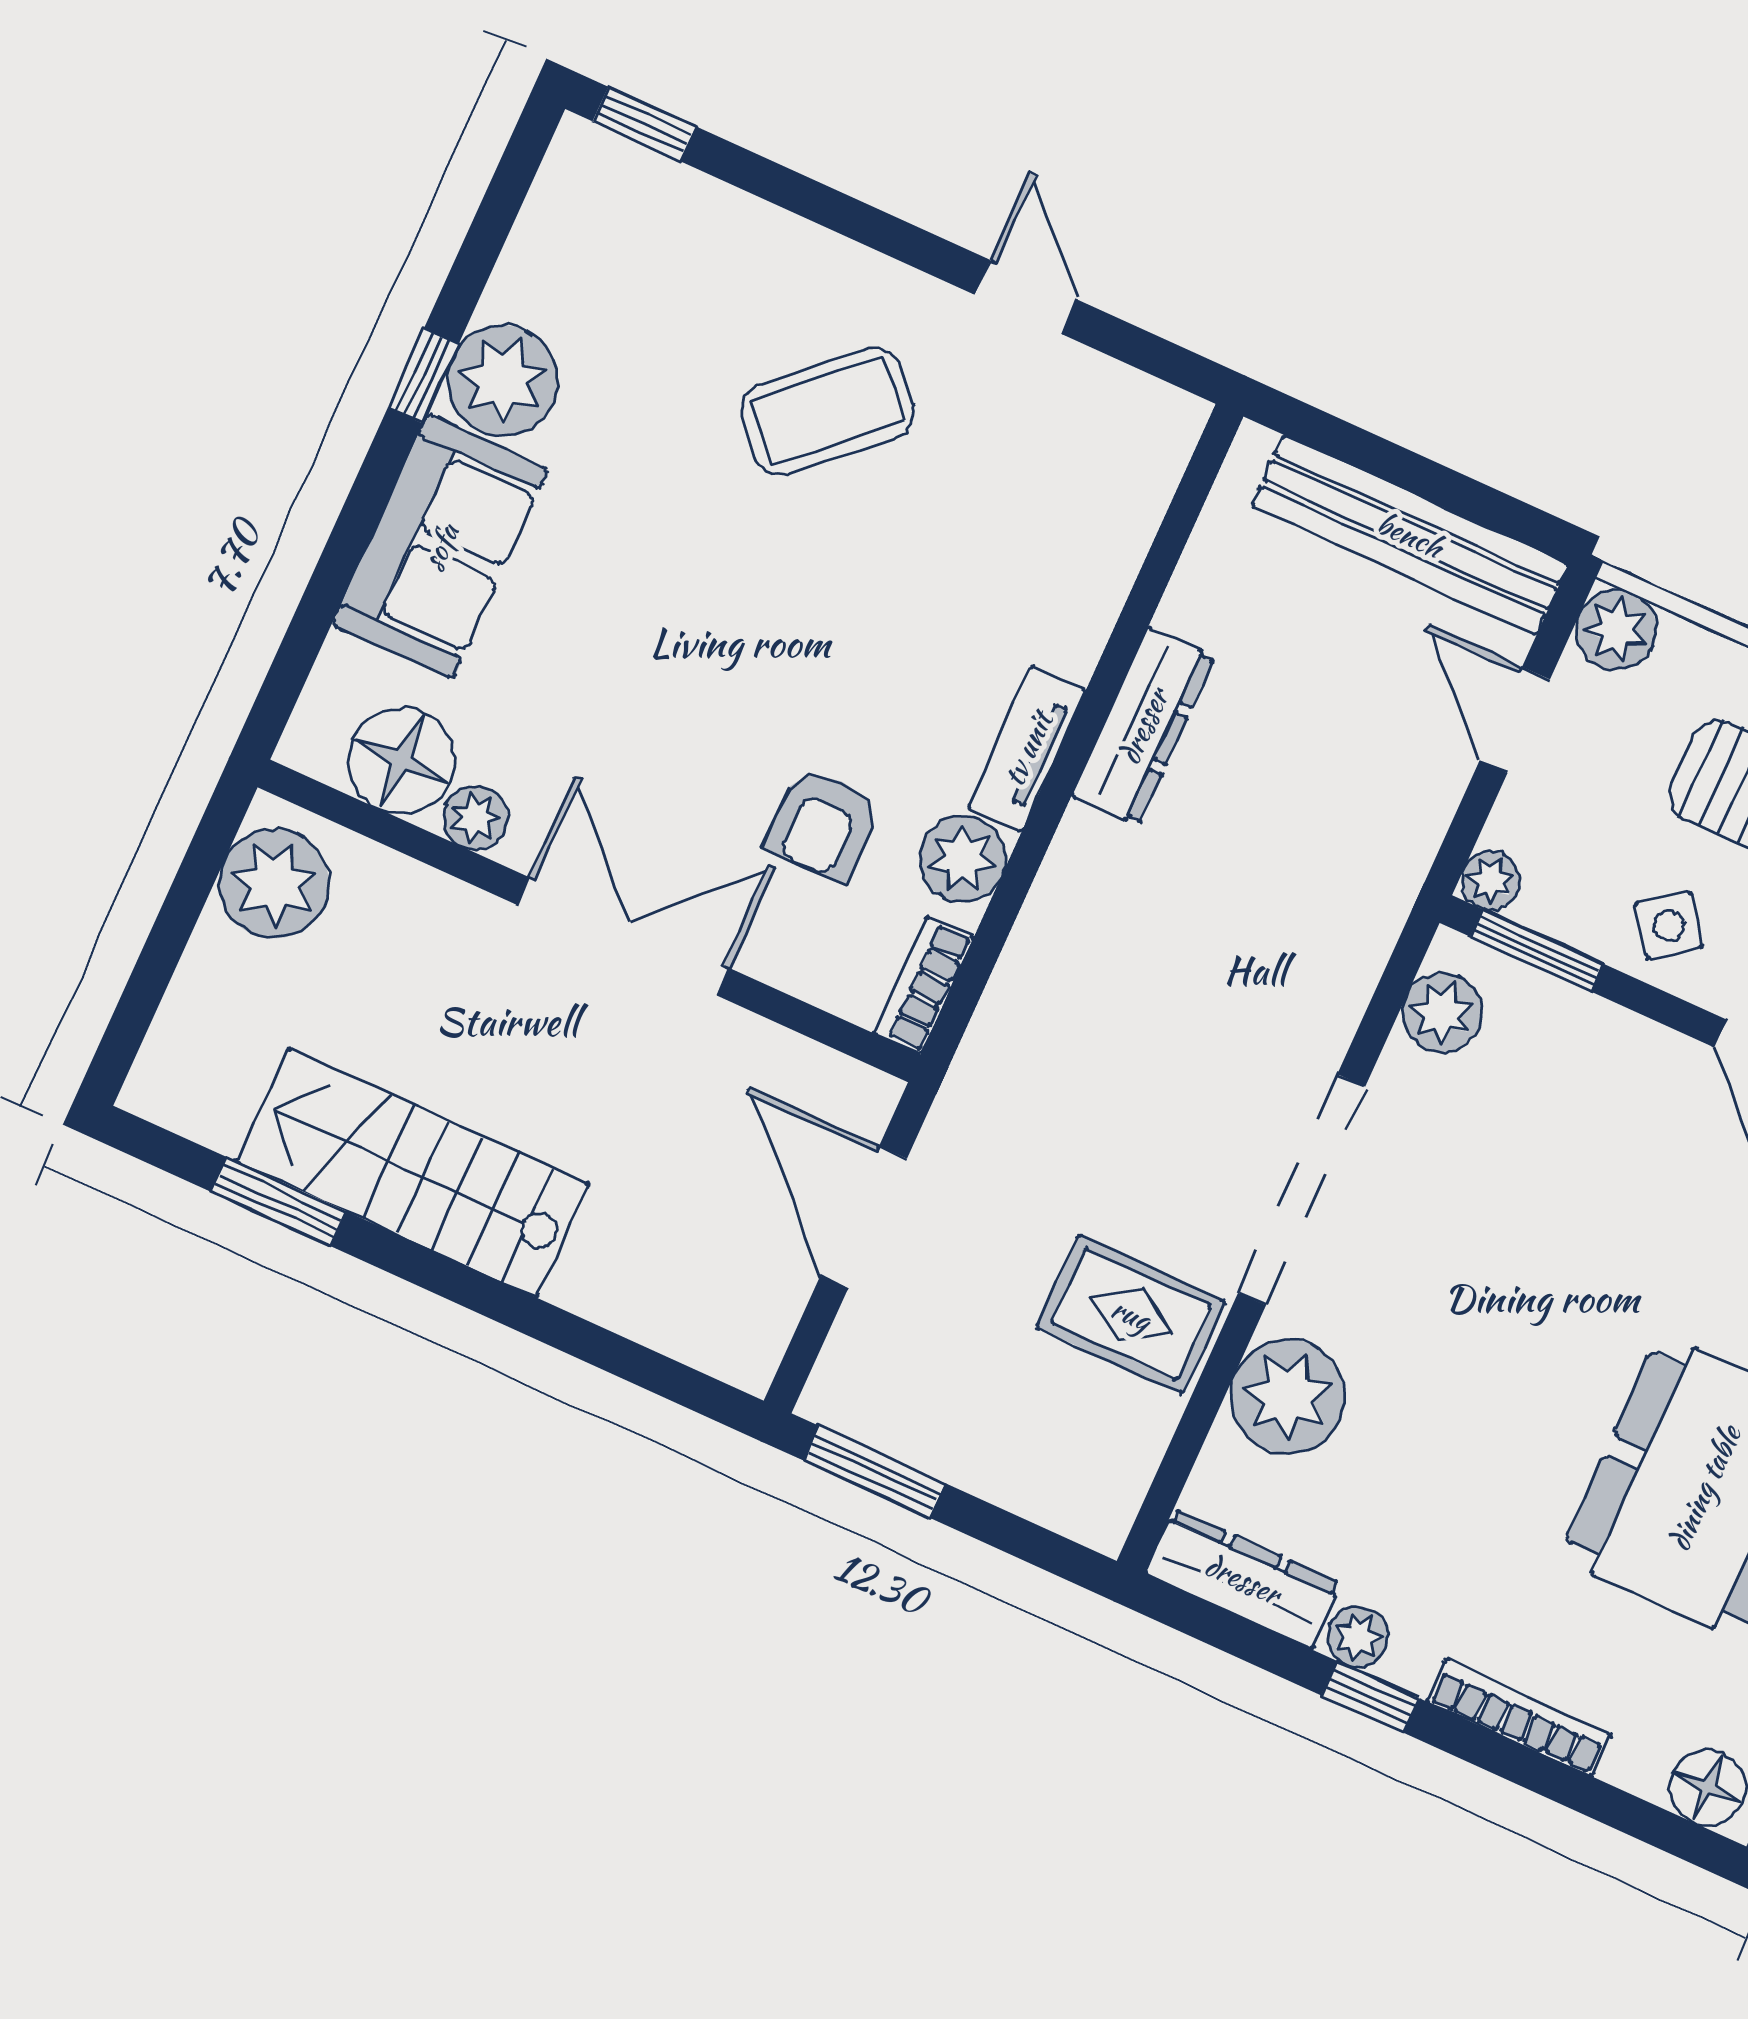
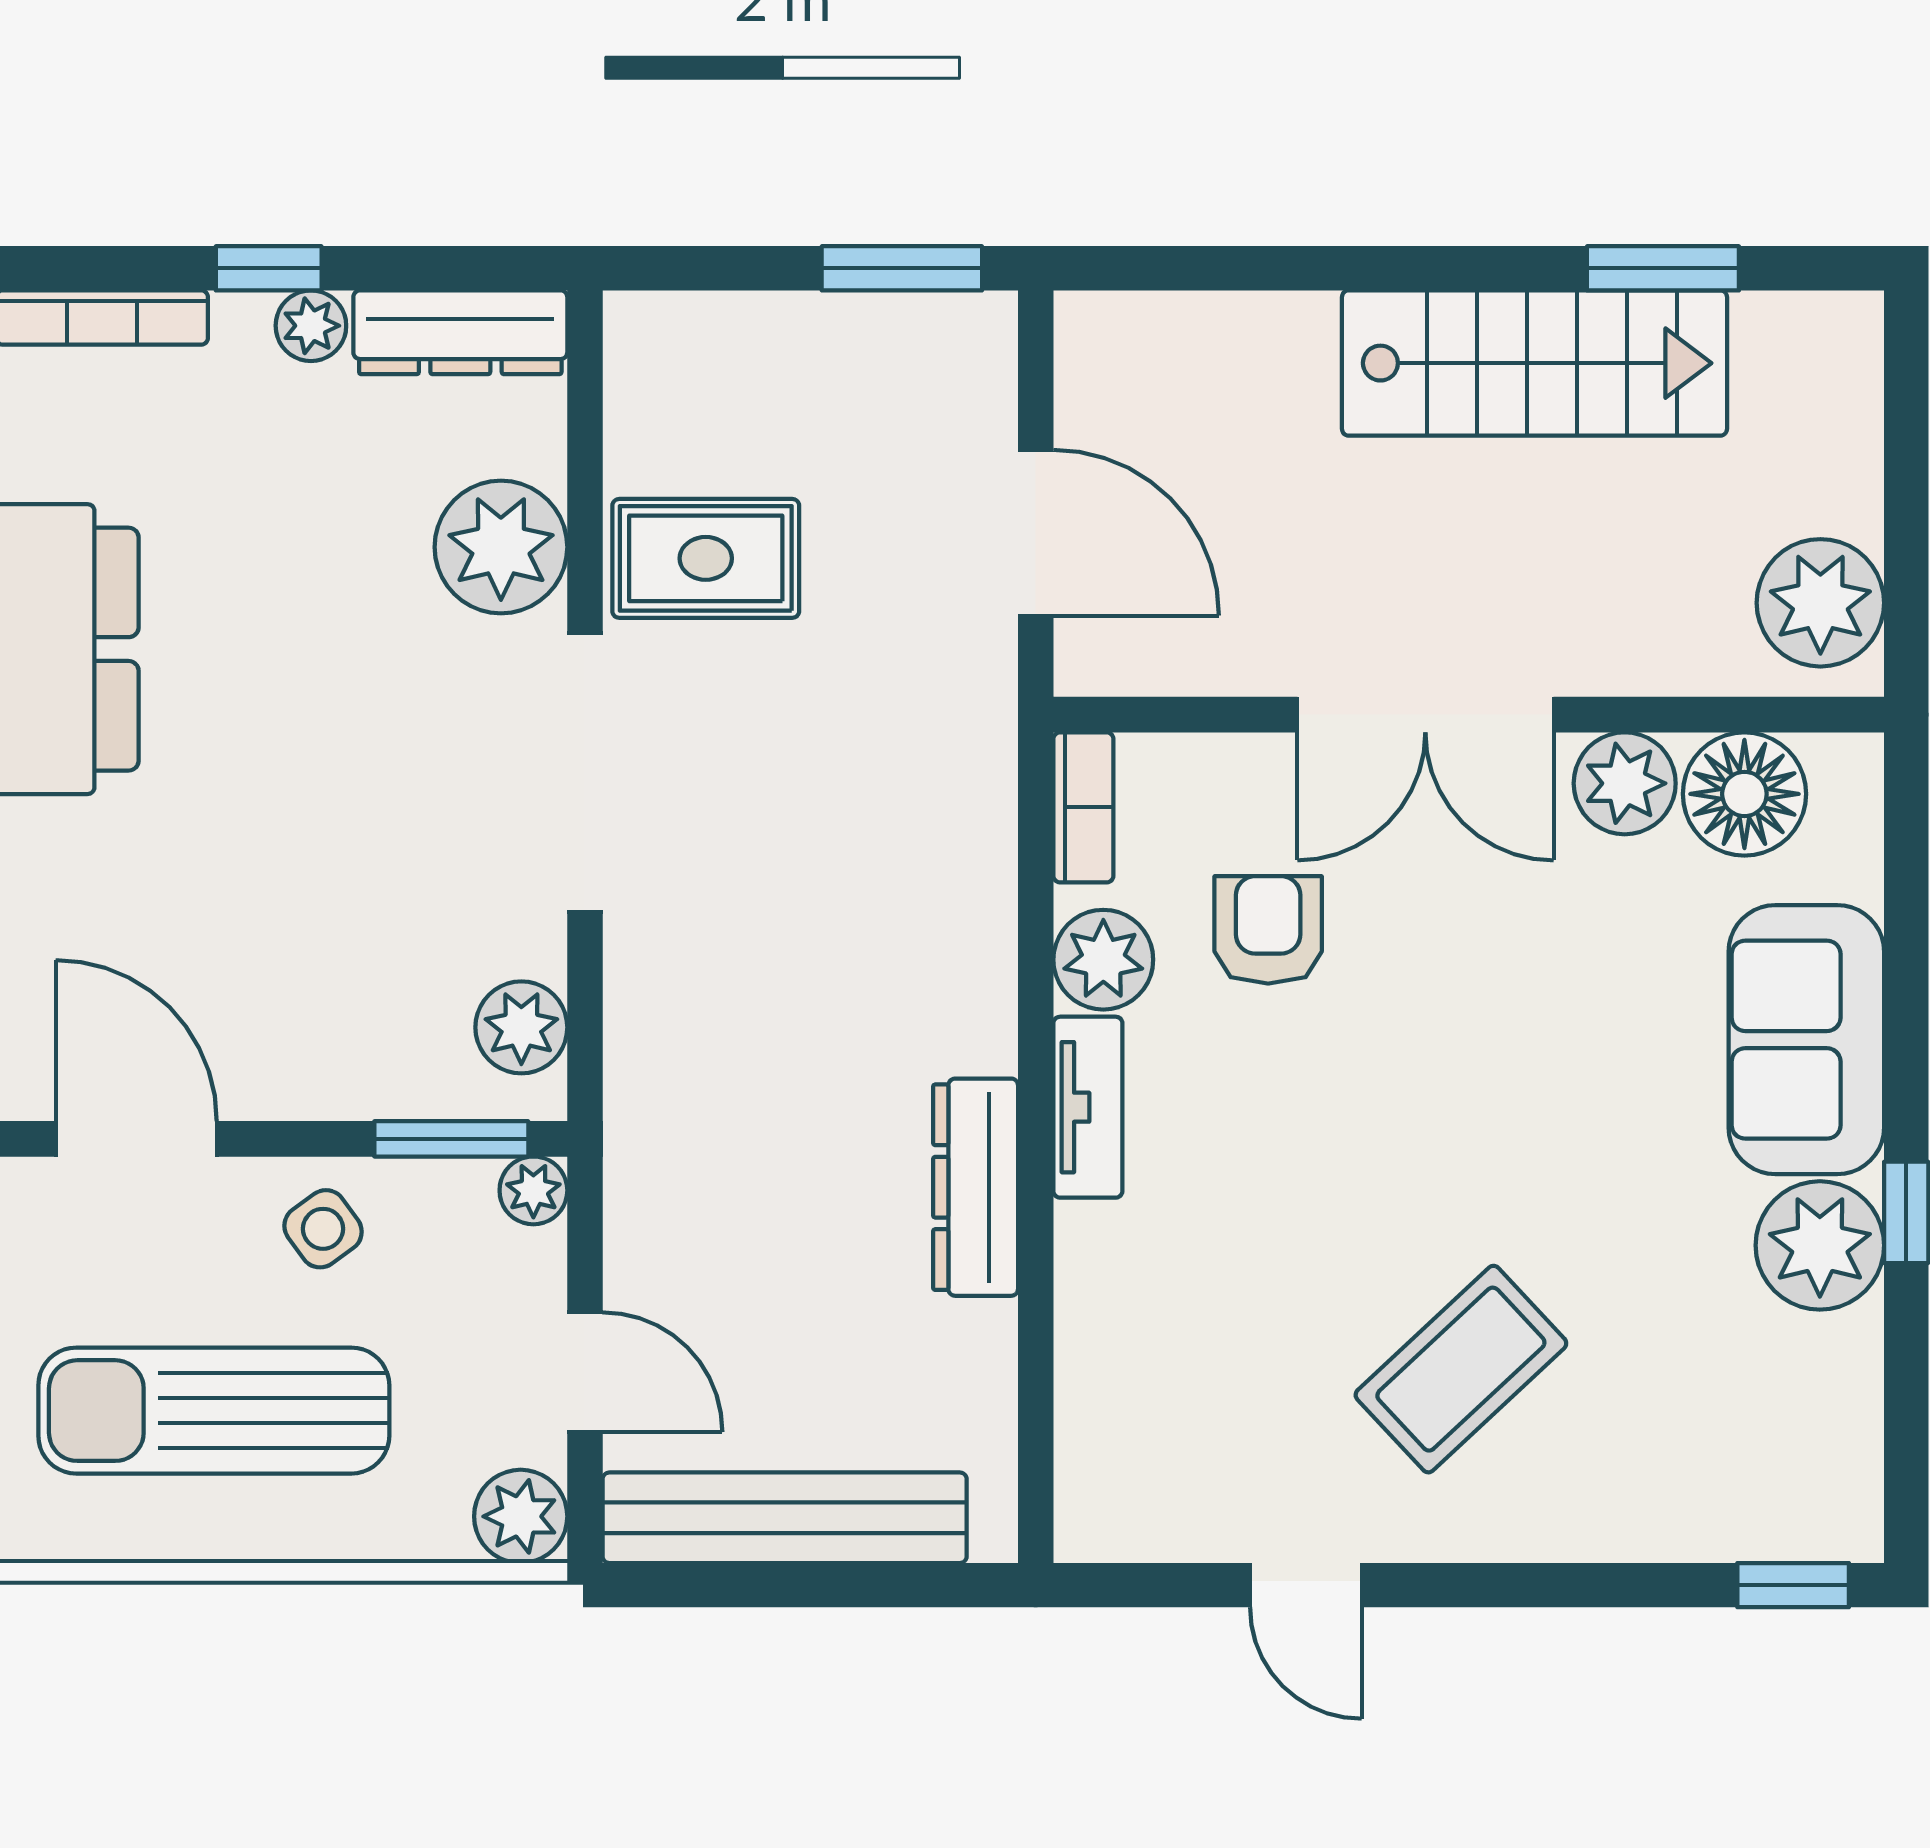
plant: (476, 818) -> (1625, 783), width x1.38, depth x1.38

